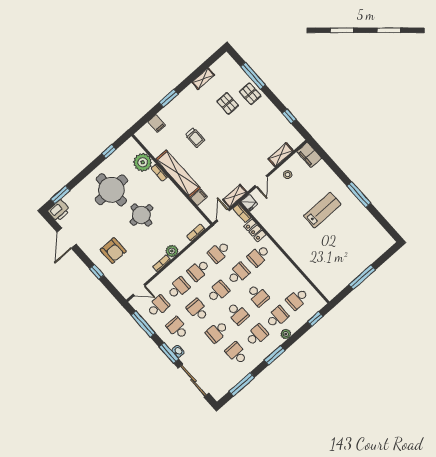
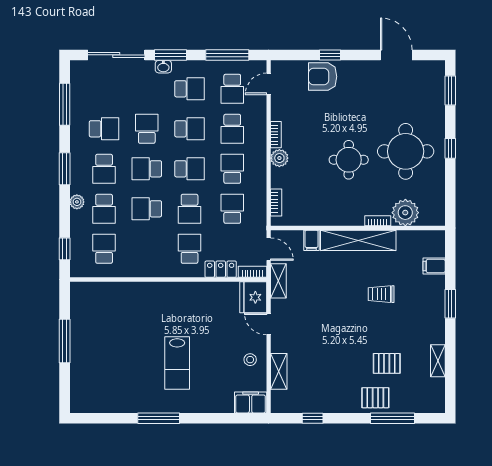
window: (109, 151) -> (450, 148), moved
fridge: (249, 203) -> (253, 297), width x1.88, depth x1.34
printer: (59, 211) -> (434, 73), removed
armchair: (113, 251) -> (323, 77), moved
school desk: (218, 292) -> (190, 169), turned -90

